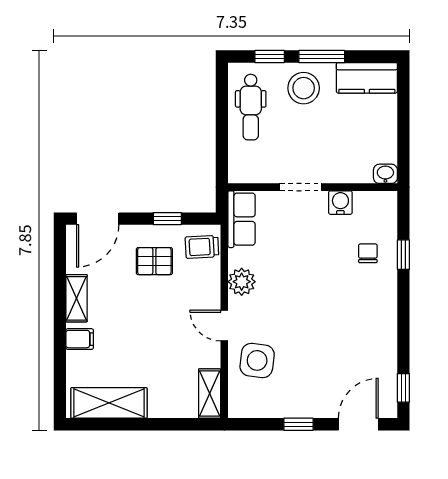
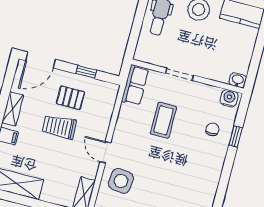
water cooler: (340, 203) -> (229, 98), moved
trolley: (202, 247) -> (59, 127), moved, width x1.36, depth x1.39
coffee table: (295, 258) -> (163, 120), added
plant: (242, 282) -> (124, 126), removed

